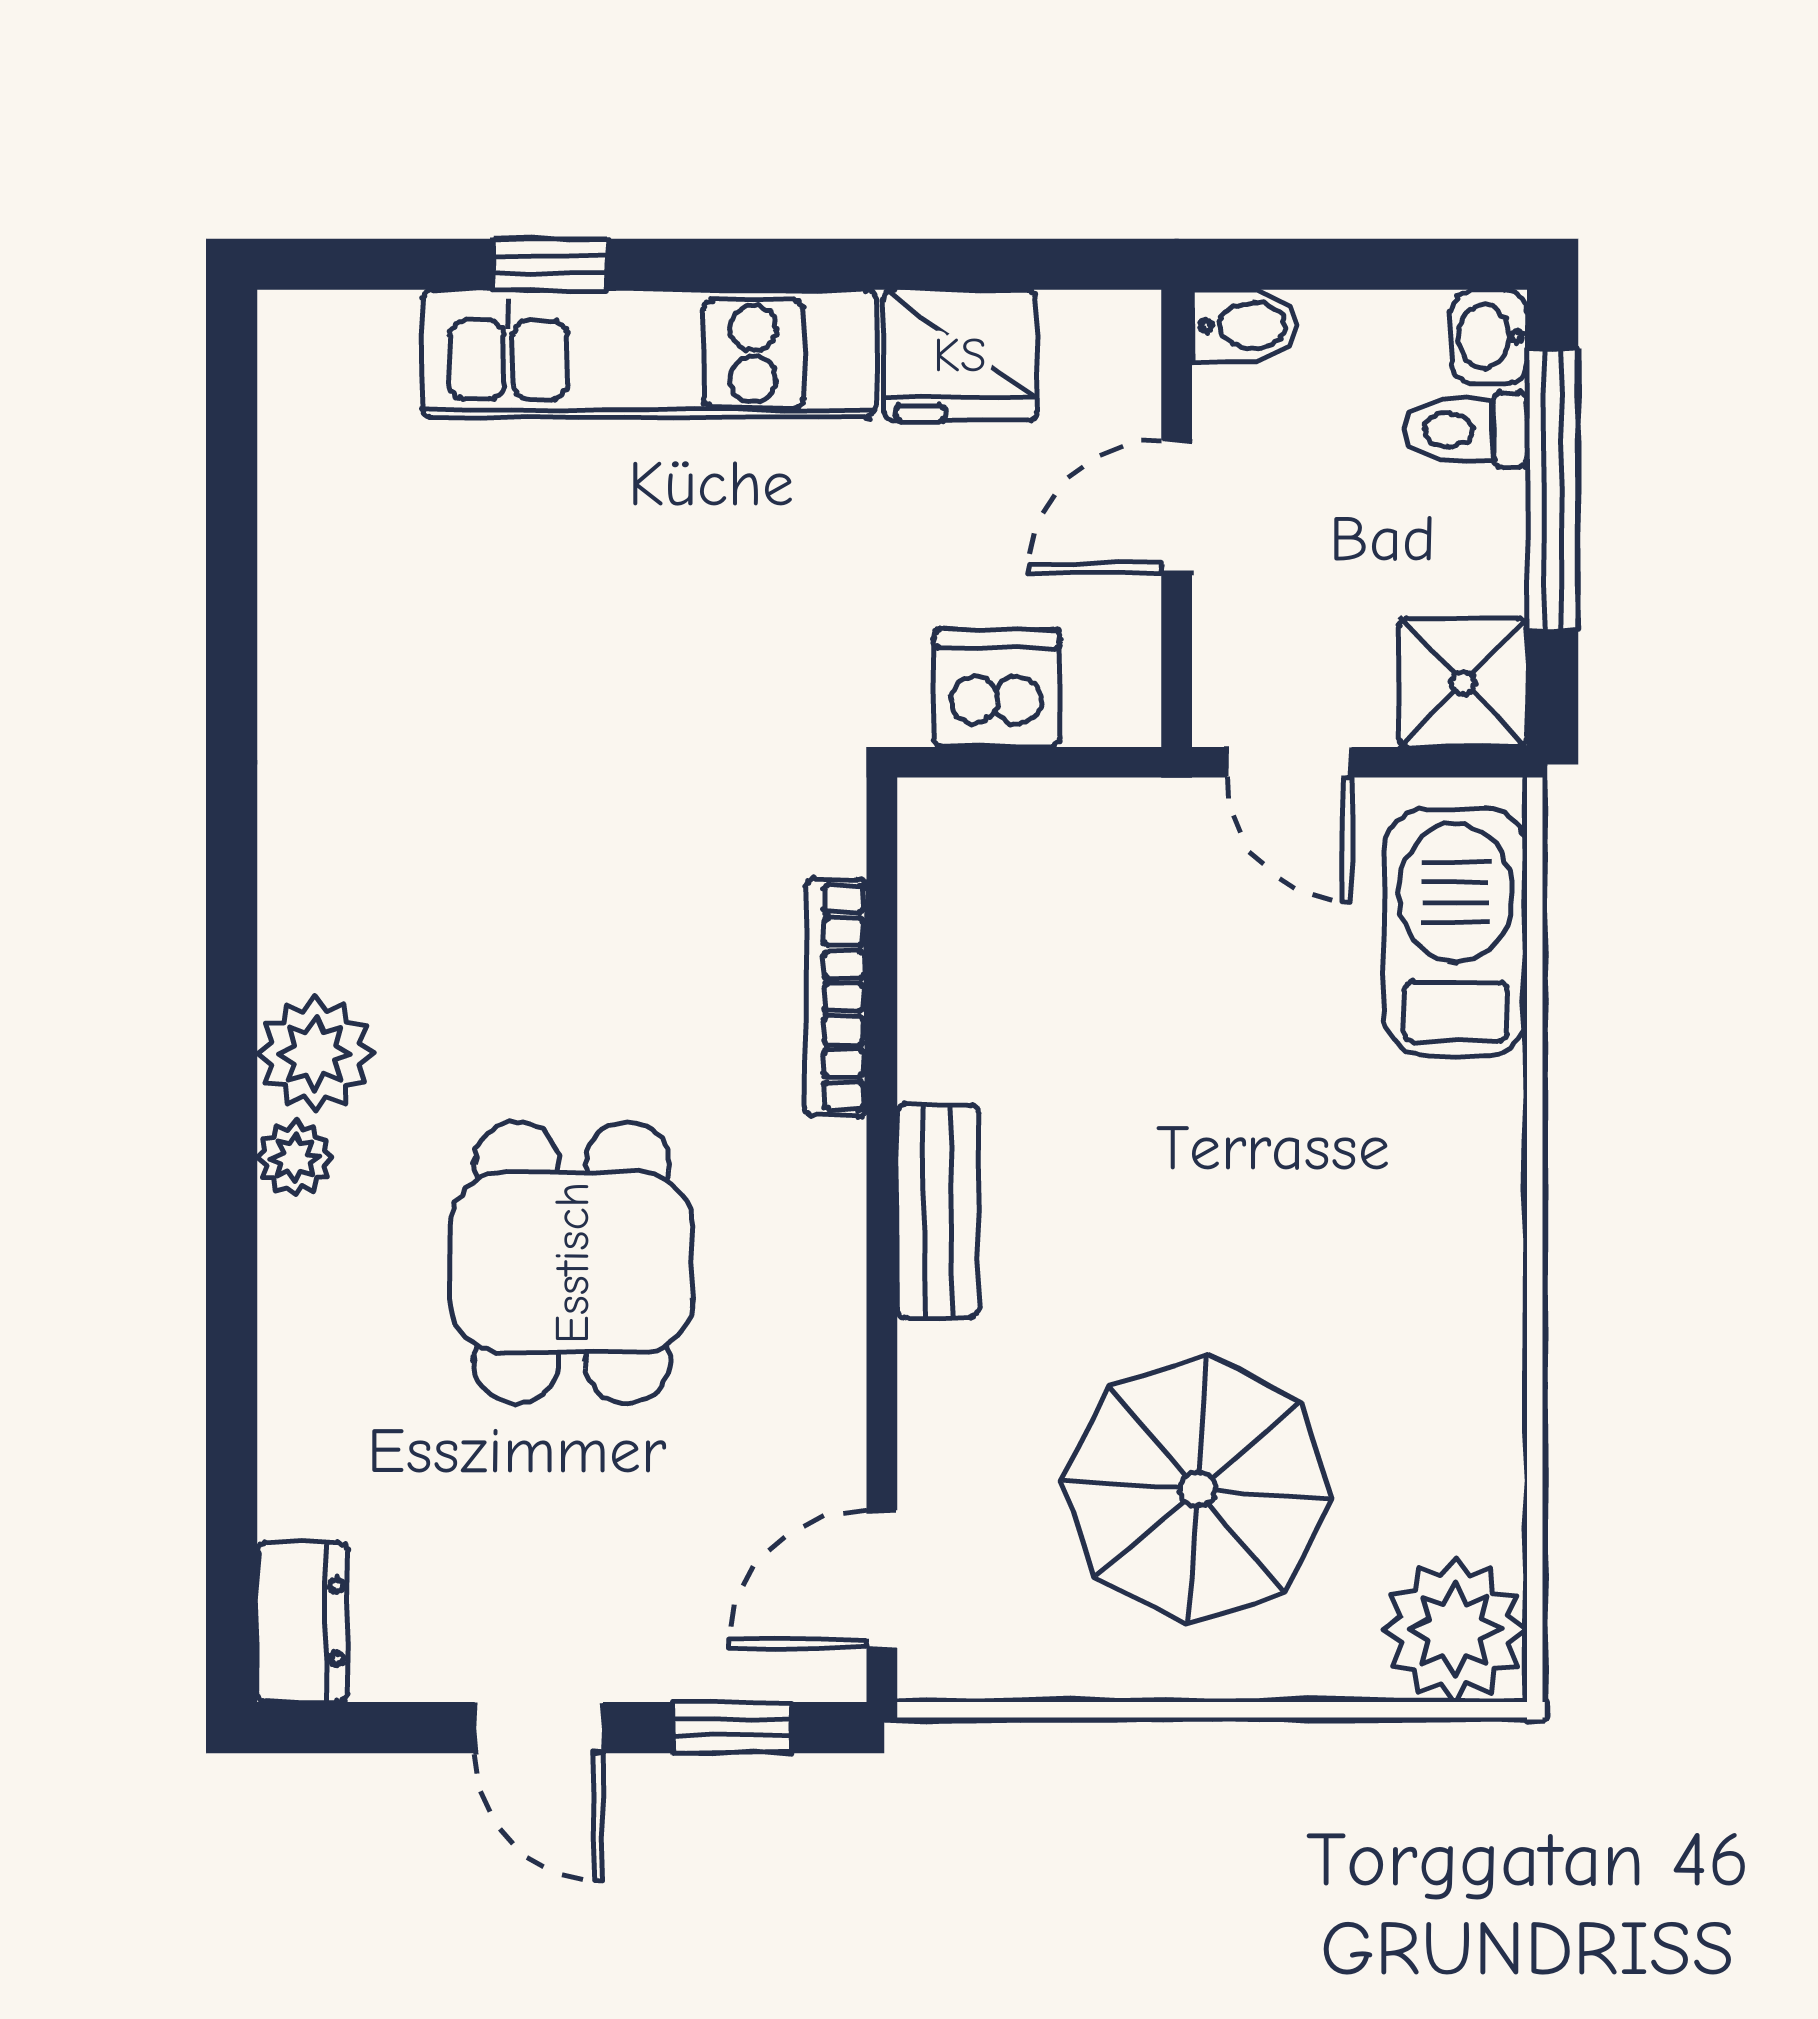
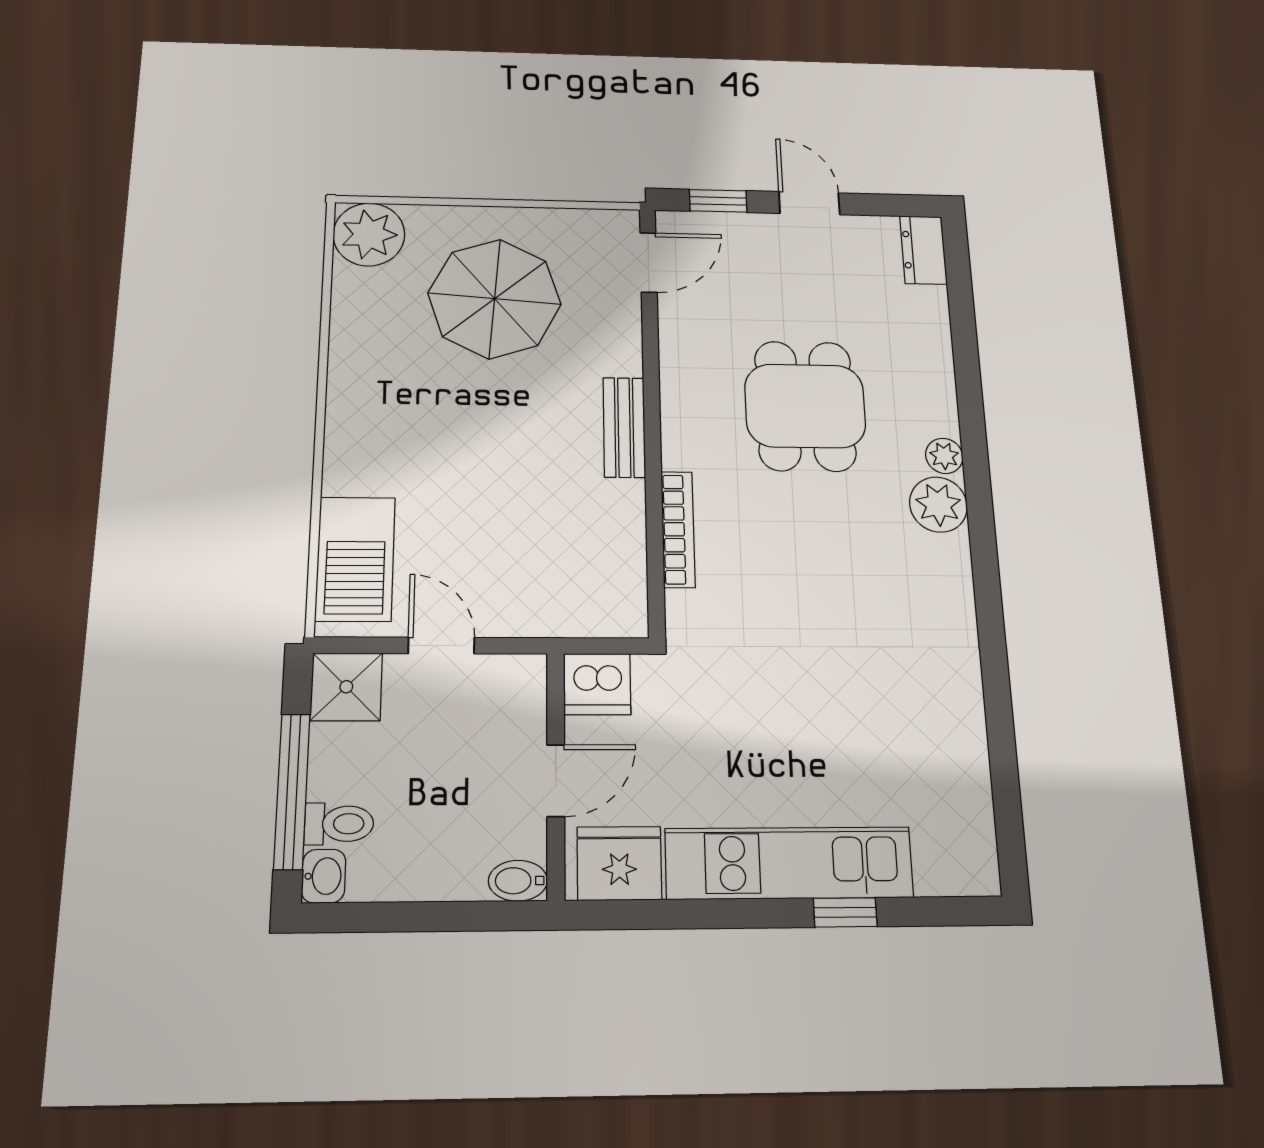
bidet: (1245, 326) -> (518, 881), moved
door: (1177, 507) -> (556, 781), moved
wall: (1177, 518) -> (556, 774), moved

